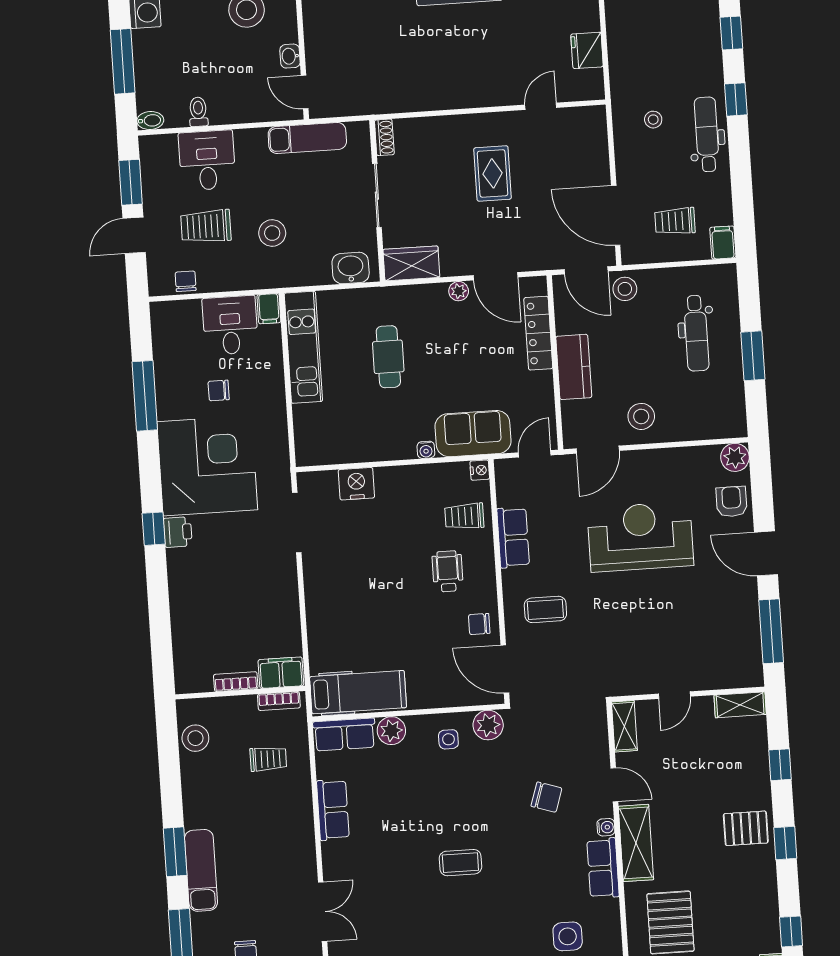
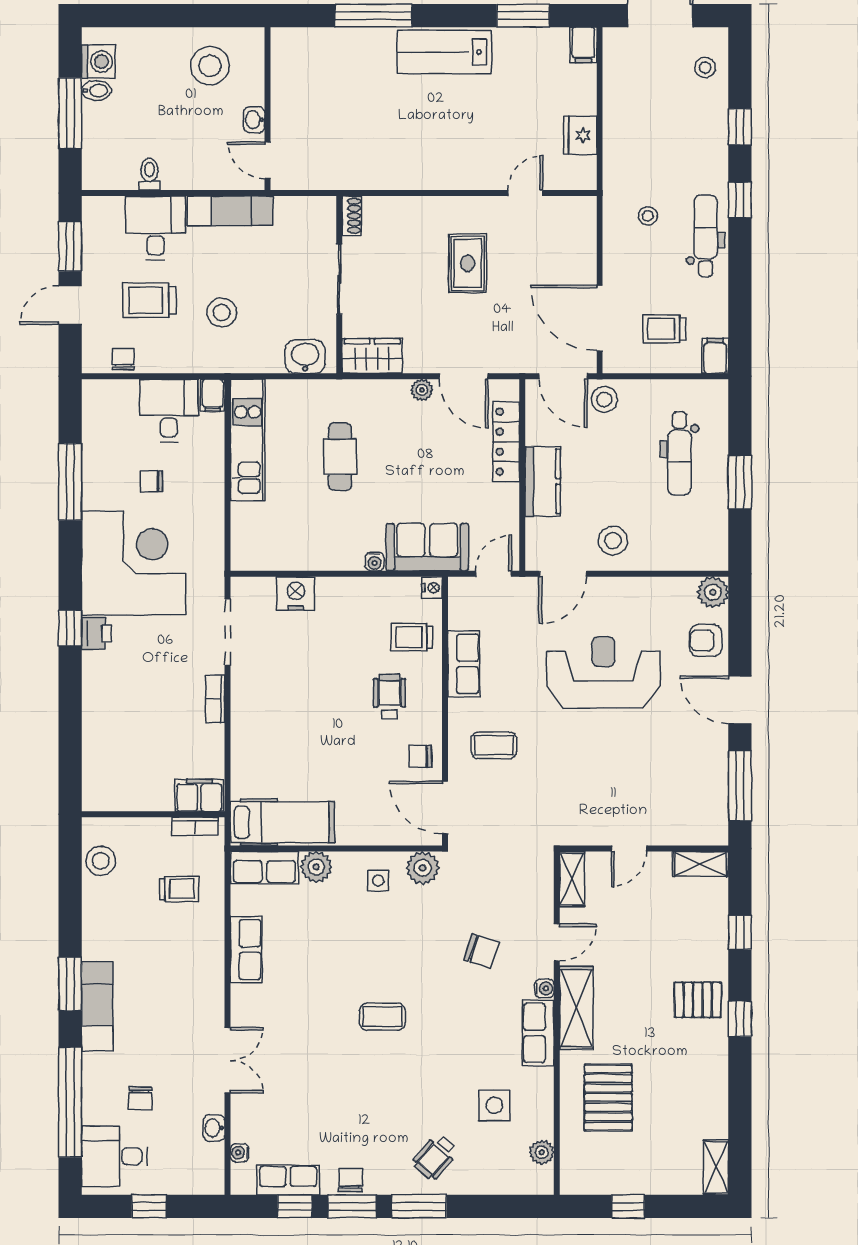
bidet: (150, 121) -> (96, 91), moved
exam couch: (307, 138) -> (230, 211), moved
armchair: (731, 502) -> (706, 640), turned -90
bookcase: (236, 682) -> (215, 699), moved, turned -90
door: (614, 785) -> (557, 942), hinge flipped
window: (791, 931) -> (740, 1116), removed

